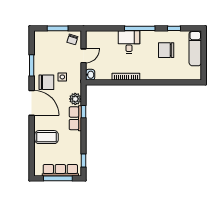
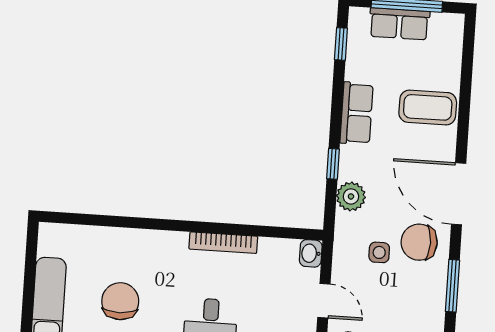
chair: (166, 50) -> (120, 301), turned -91
door: (83, 56) -> (324, 301), swing flipped
row of seats: (75, 118) -> (357, 113), moved
row of seats: (60, 170) -> (399, 24), width x0.68

